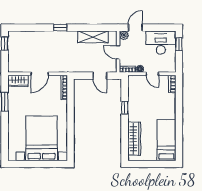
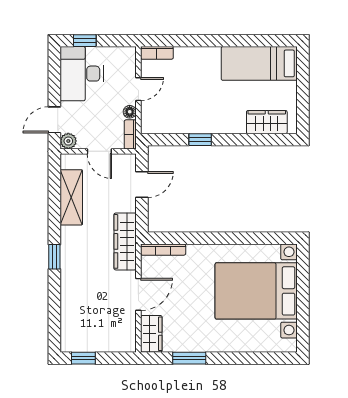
door: (135, 28) -> (54, 120), hinge flipped
door: (118, 52) -> (99, 151), hinge flipped
wardrobe: (69, 66) -> (125, 241), added
door: (40, 74) -> (138, 294), hinge flipped
wardrobe: (134, 139) -> (267, 122), width x0.67

